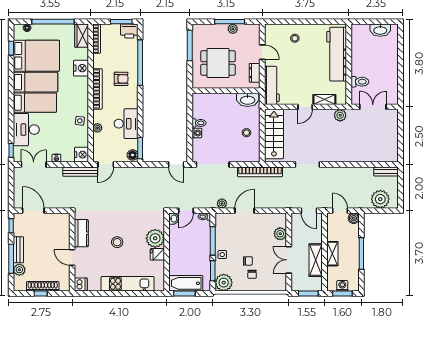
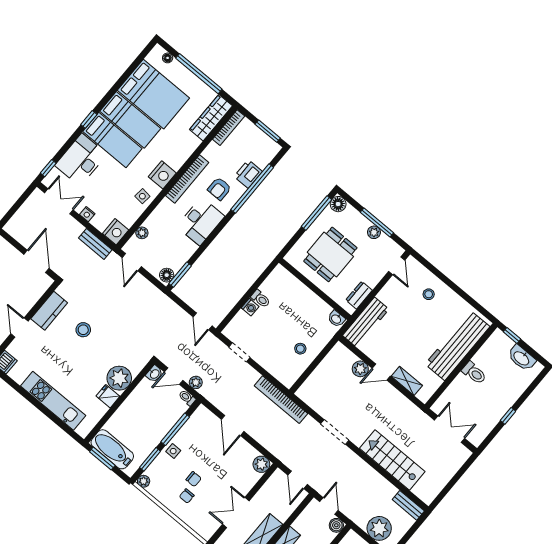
window: (364, 22) -> (512, 335), added
floor lamp: (198, 30) -> (338, 204), added
printer: (129, 31) -> (248, 174), moved, turned 90
wardrobe: (82, 36) -> (211, 118), width x1.50
window: (11, 48) -> (89, 119), moved
door: (262, 52) -> (397, 266), moved
dining table: (218, 63) -> (330, 254), turned 90
nightstand: (81, 68) -> (162, 175), moved
window: (401, 71) -> (508, 416), added
armchair: (121, 79) -> (219, 189), turned 90
toilet: (360, 82) -> (474, 373), moved
washbasin: (248, 100) -> (336, 319), width x0.52, depth x0.69
plant: (340, 115) -> (360, 369), moved
desk: (126, 124) -> (201, 221), moved
plant: (97, 128) -> (142, 233), moved
stairs: (274, 134) -> (392, 460), moved, turned -90
door: (106, 164) -> (132, 262), hinge flipped
doorway: (213, 164) -> (239, 352), width x0.53
bench: (80, 172) -> (95, 244), width x0.73
plant: (222, 203) -> (196, 382), moved
door: (33, 211) -> (36, 261), moved
door: (244, 211) -> (233, 425), swing flipped
plant: (280, 234) -> (261, 464), moved
stool: (117, 242) -> (83, 330), moved
plant: (224, 283) -> (144, 481), width x0.53, depth x0.53

